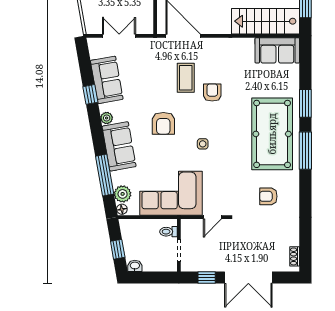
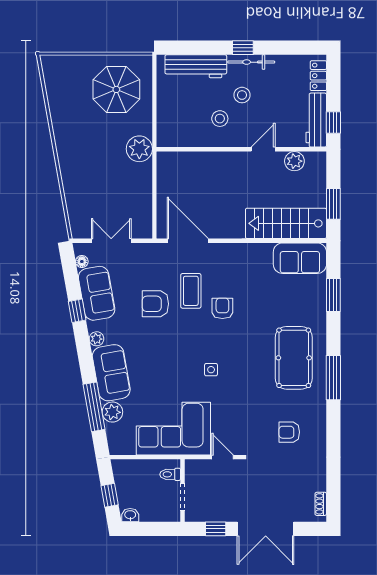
window: (305, 103) -> (333, 295), moved
armchair: (163, 123) -> (155, 304), moved, turned 90
pool table: (272, 134) -> (294, 358), width x0.73, depth x0.76
plant: (123, 194) -> (112, 412), moved
floor lamp: (122, 209) -> (82, 262), moved
door: (212, 217) -> (223, 457), swing flipped

